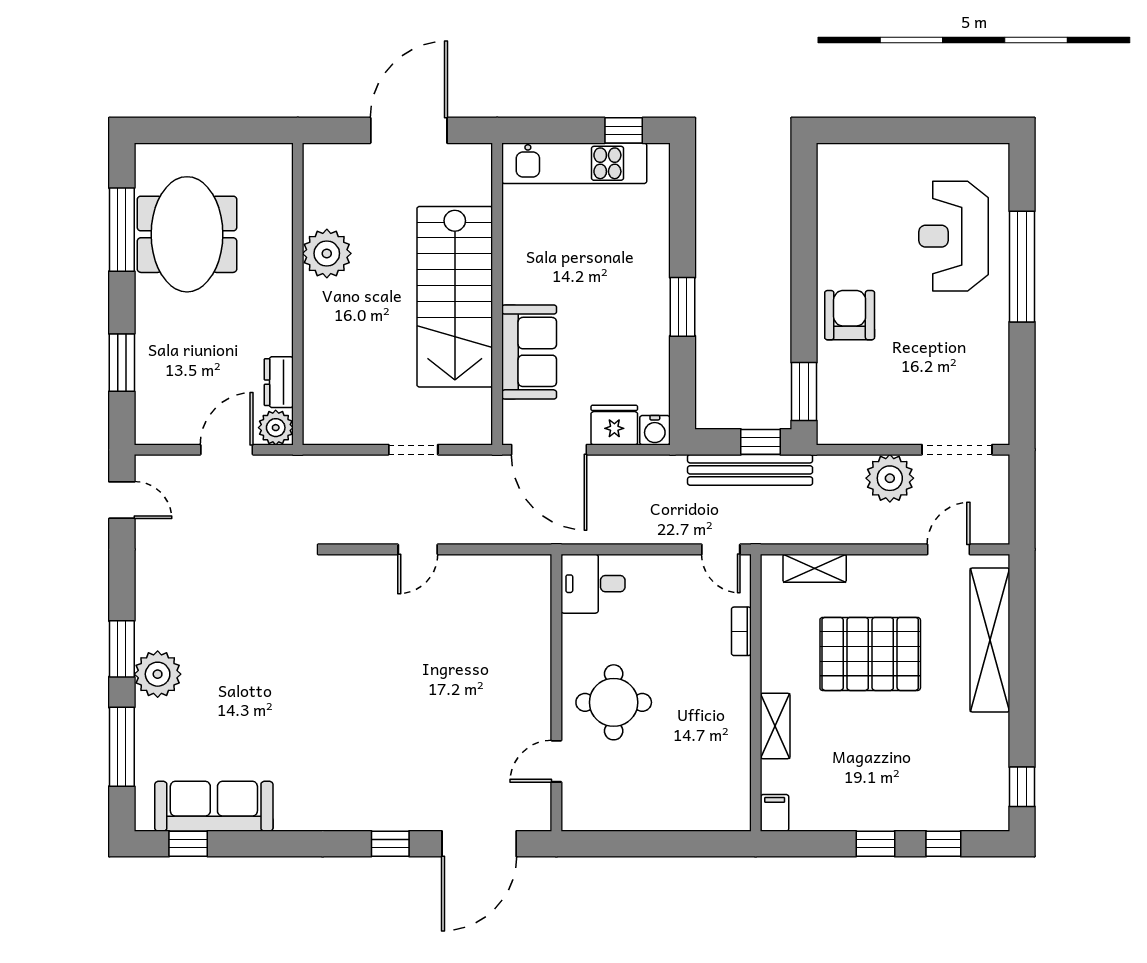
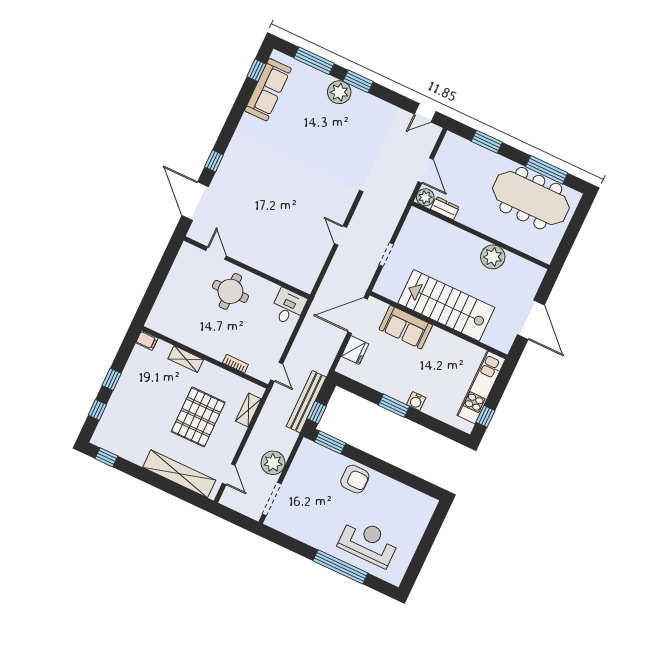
meeting table: (187, 234) -> (531, 198), width x1.36
water cooler: (655, 430) -> (416, 401), moved, turned -90
door: (721, 549) -> (277, 372), swing flipped

